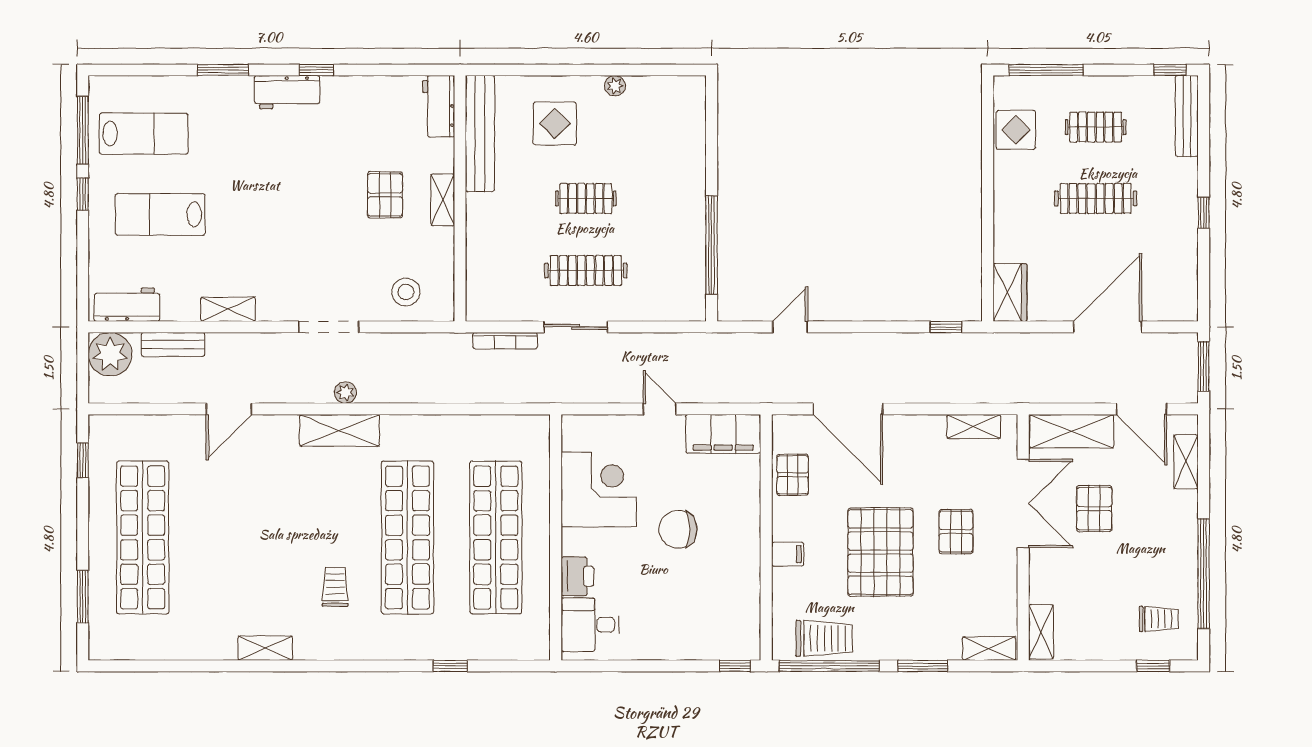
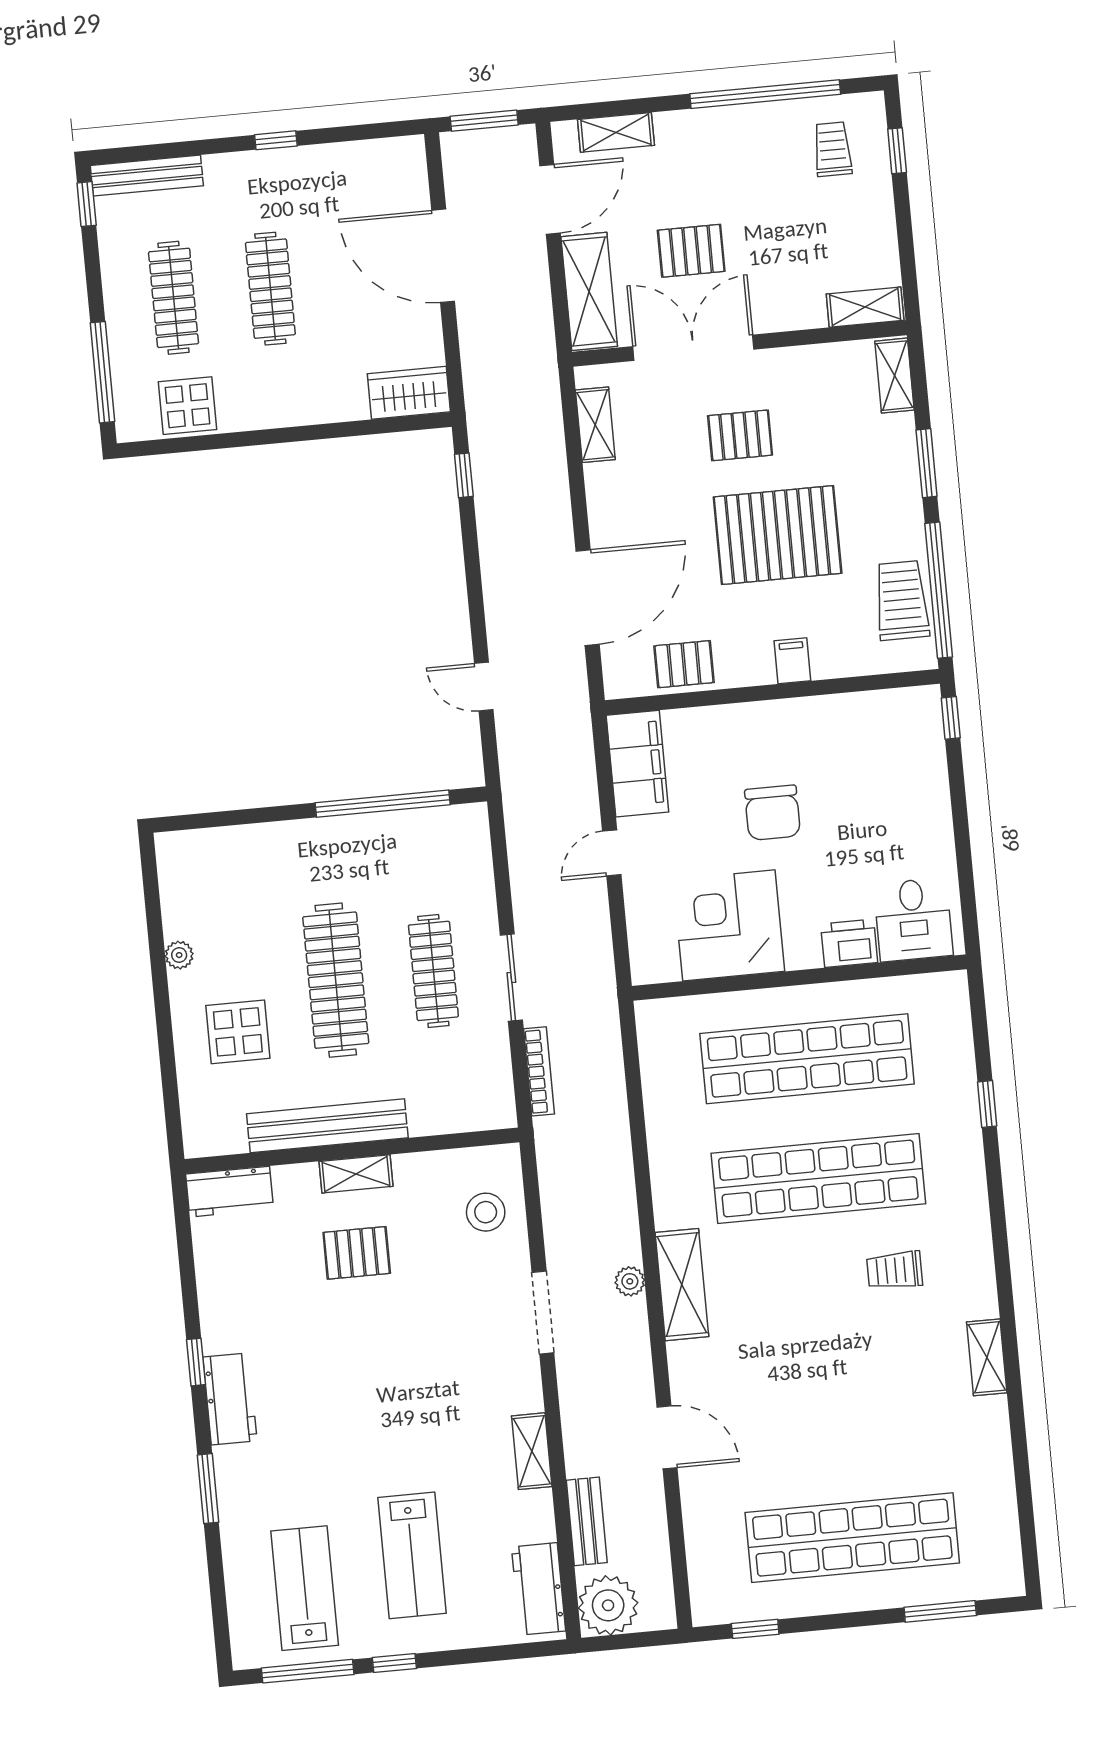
clothes rail: (1096, 127) -> (174, 298), width x1.36
bench: (480, 134) -> (327, 1126), moved
clothes rail: (586, 198) -> (336, 980), width x1.86, depth x1.31

